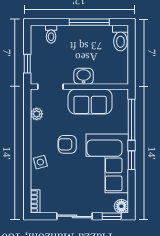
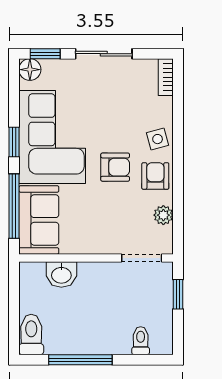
washbasin: (84, 76) -> (61, 275), moved
sofa: (90, 102) -> (39, 220), moved, turned 90
armchair: (42, 139) -> (155, 176), added

